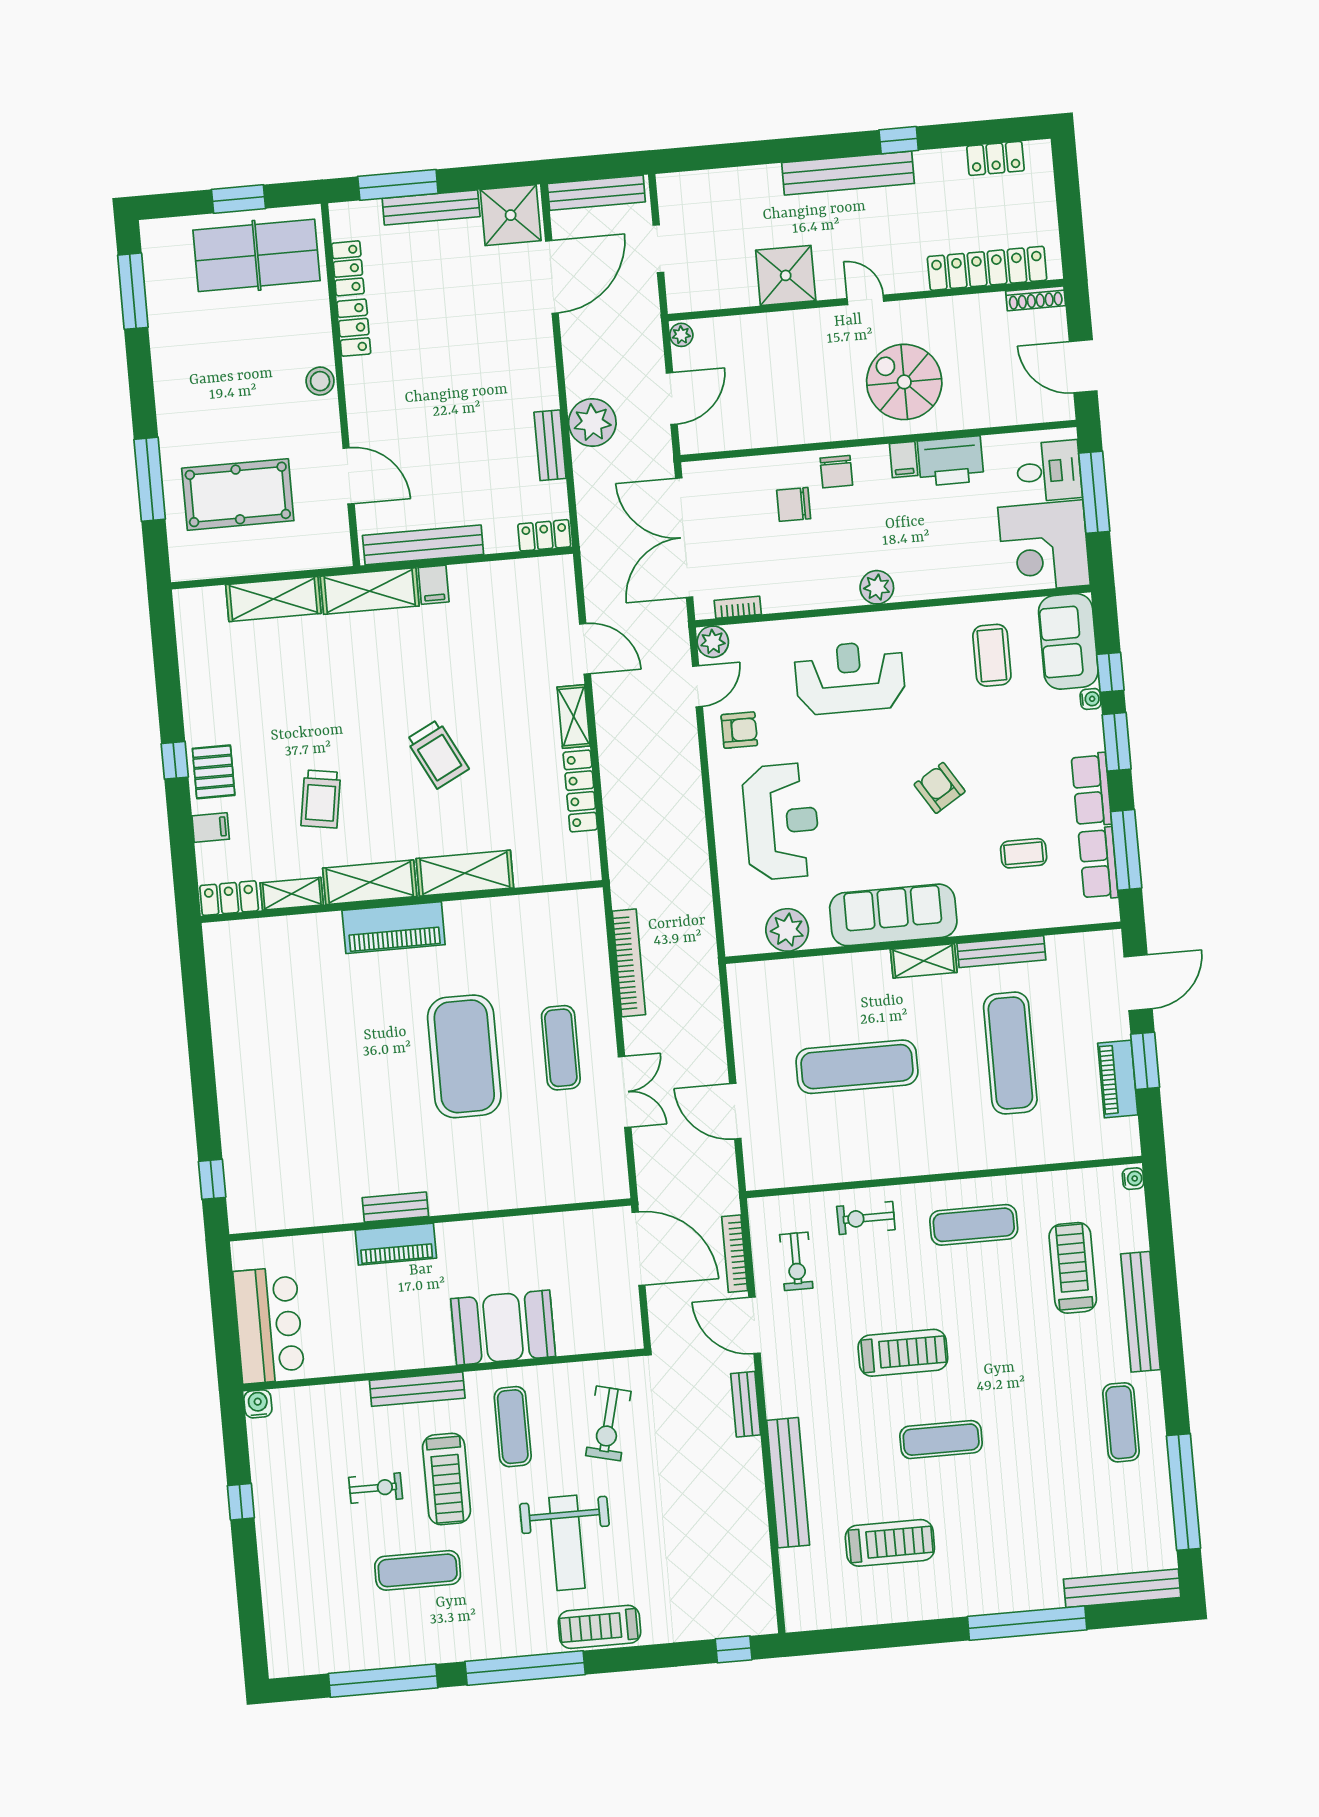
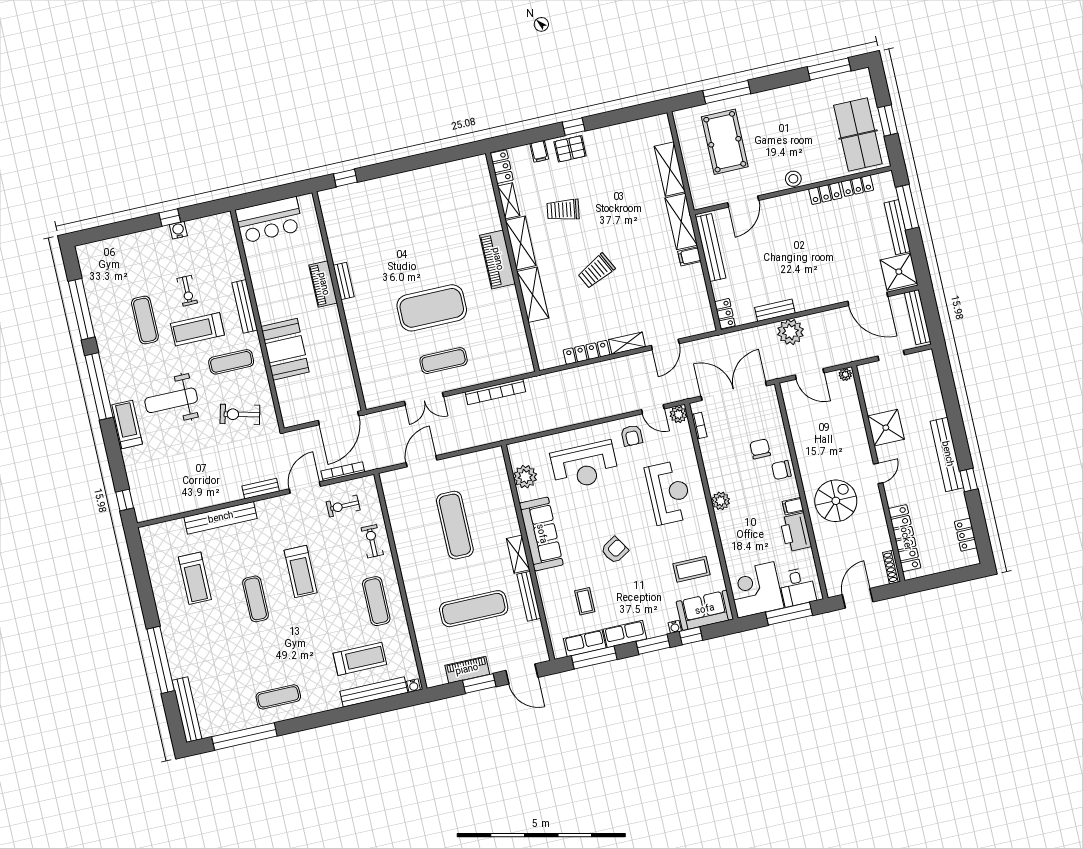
bench: (1141, 1312) -> (374, 692), moved
water cooler: (258, 1404) -> (178, 230), moved, turned -90

